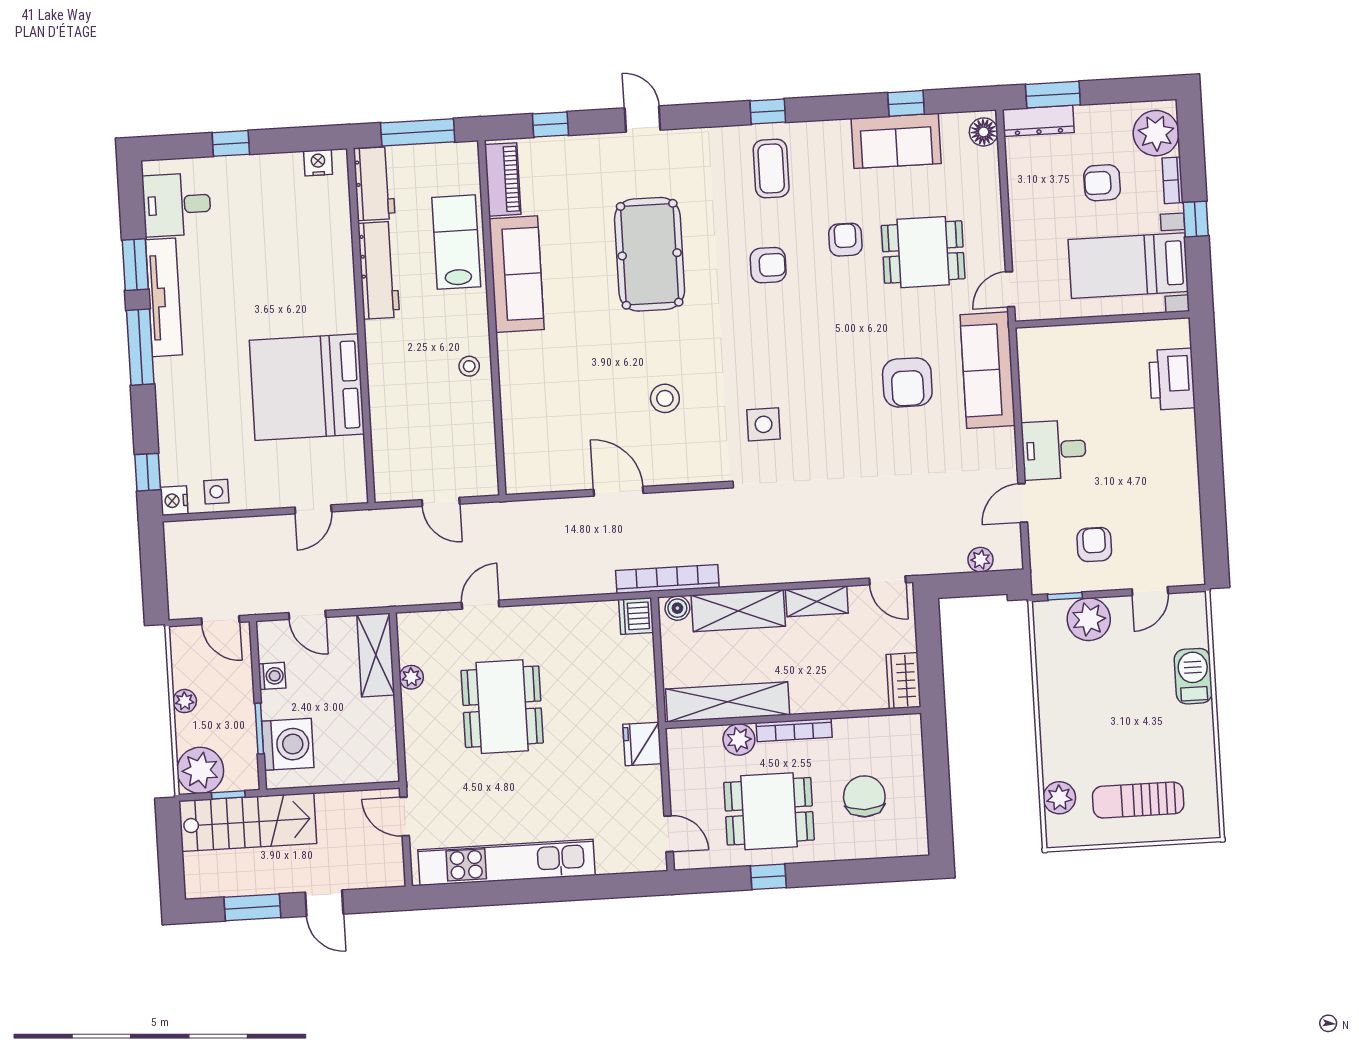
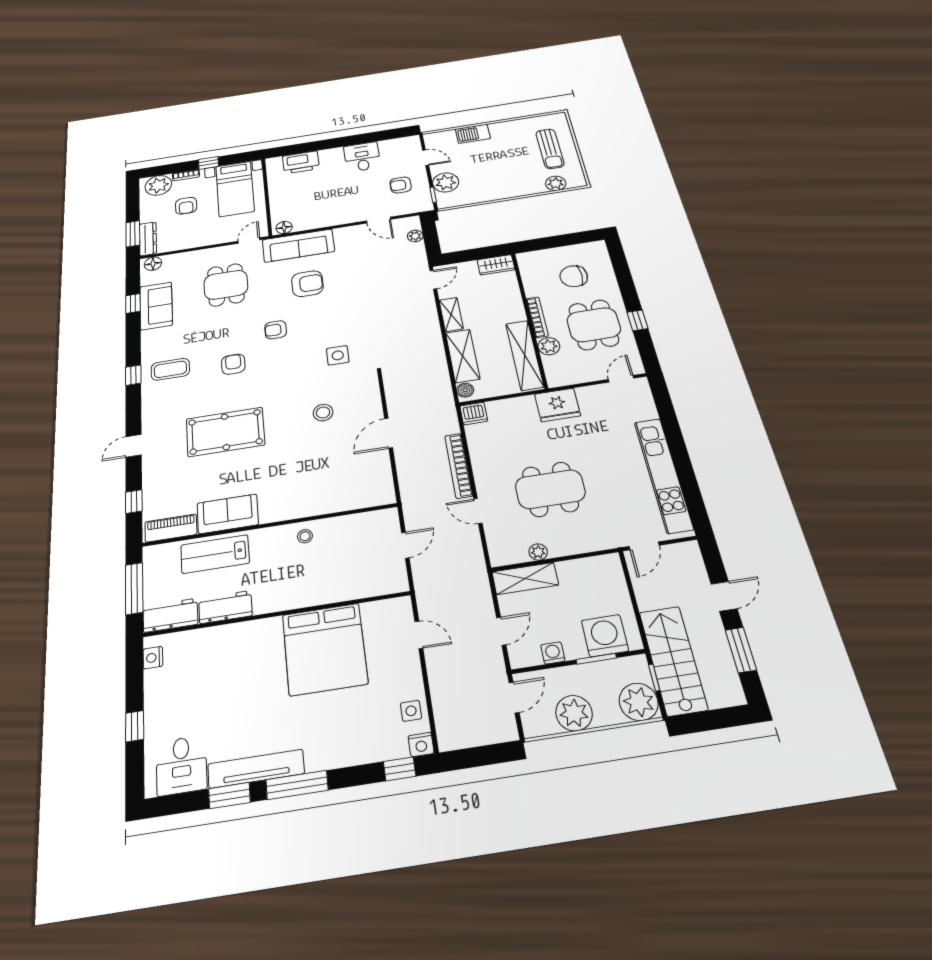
armchair: (845, 240) -> (276, 330), moved
workbench: (379, 270) -> (225, 607), width x0.73
sofa: (516, 274) -> (228, 514), width x0.73
door: (1010, 289) -> (249, 241), swing flipped
floor lamp: (1030, 348) -> (284, 227), added
desk: (1054, 450) -> (362, 157), moved, turned 180
bookcase: (667, 579) -> (459, 466), moved
plant: (185, 701) -> (574, 713), width x1.87, depth x1.87
fridge: (642, 744) -> (558, 405), width x1.36, depth x1.34

